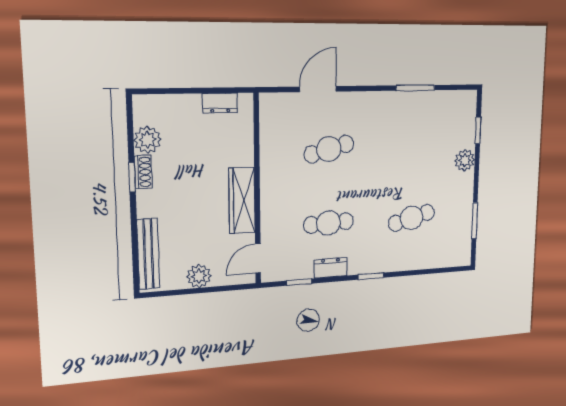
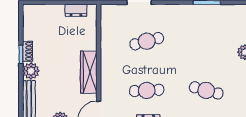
plant: (147, 140) -> (31, 71), moved
cafe table: (412, 218) -> (206, 90), turned 30

